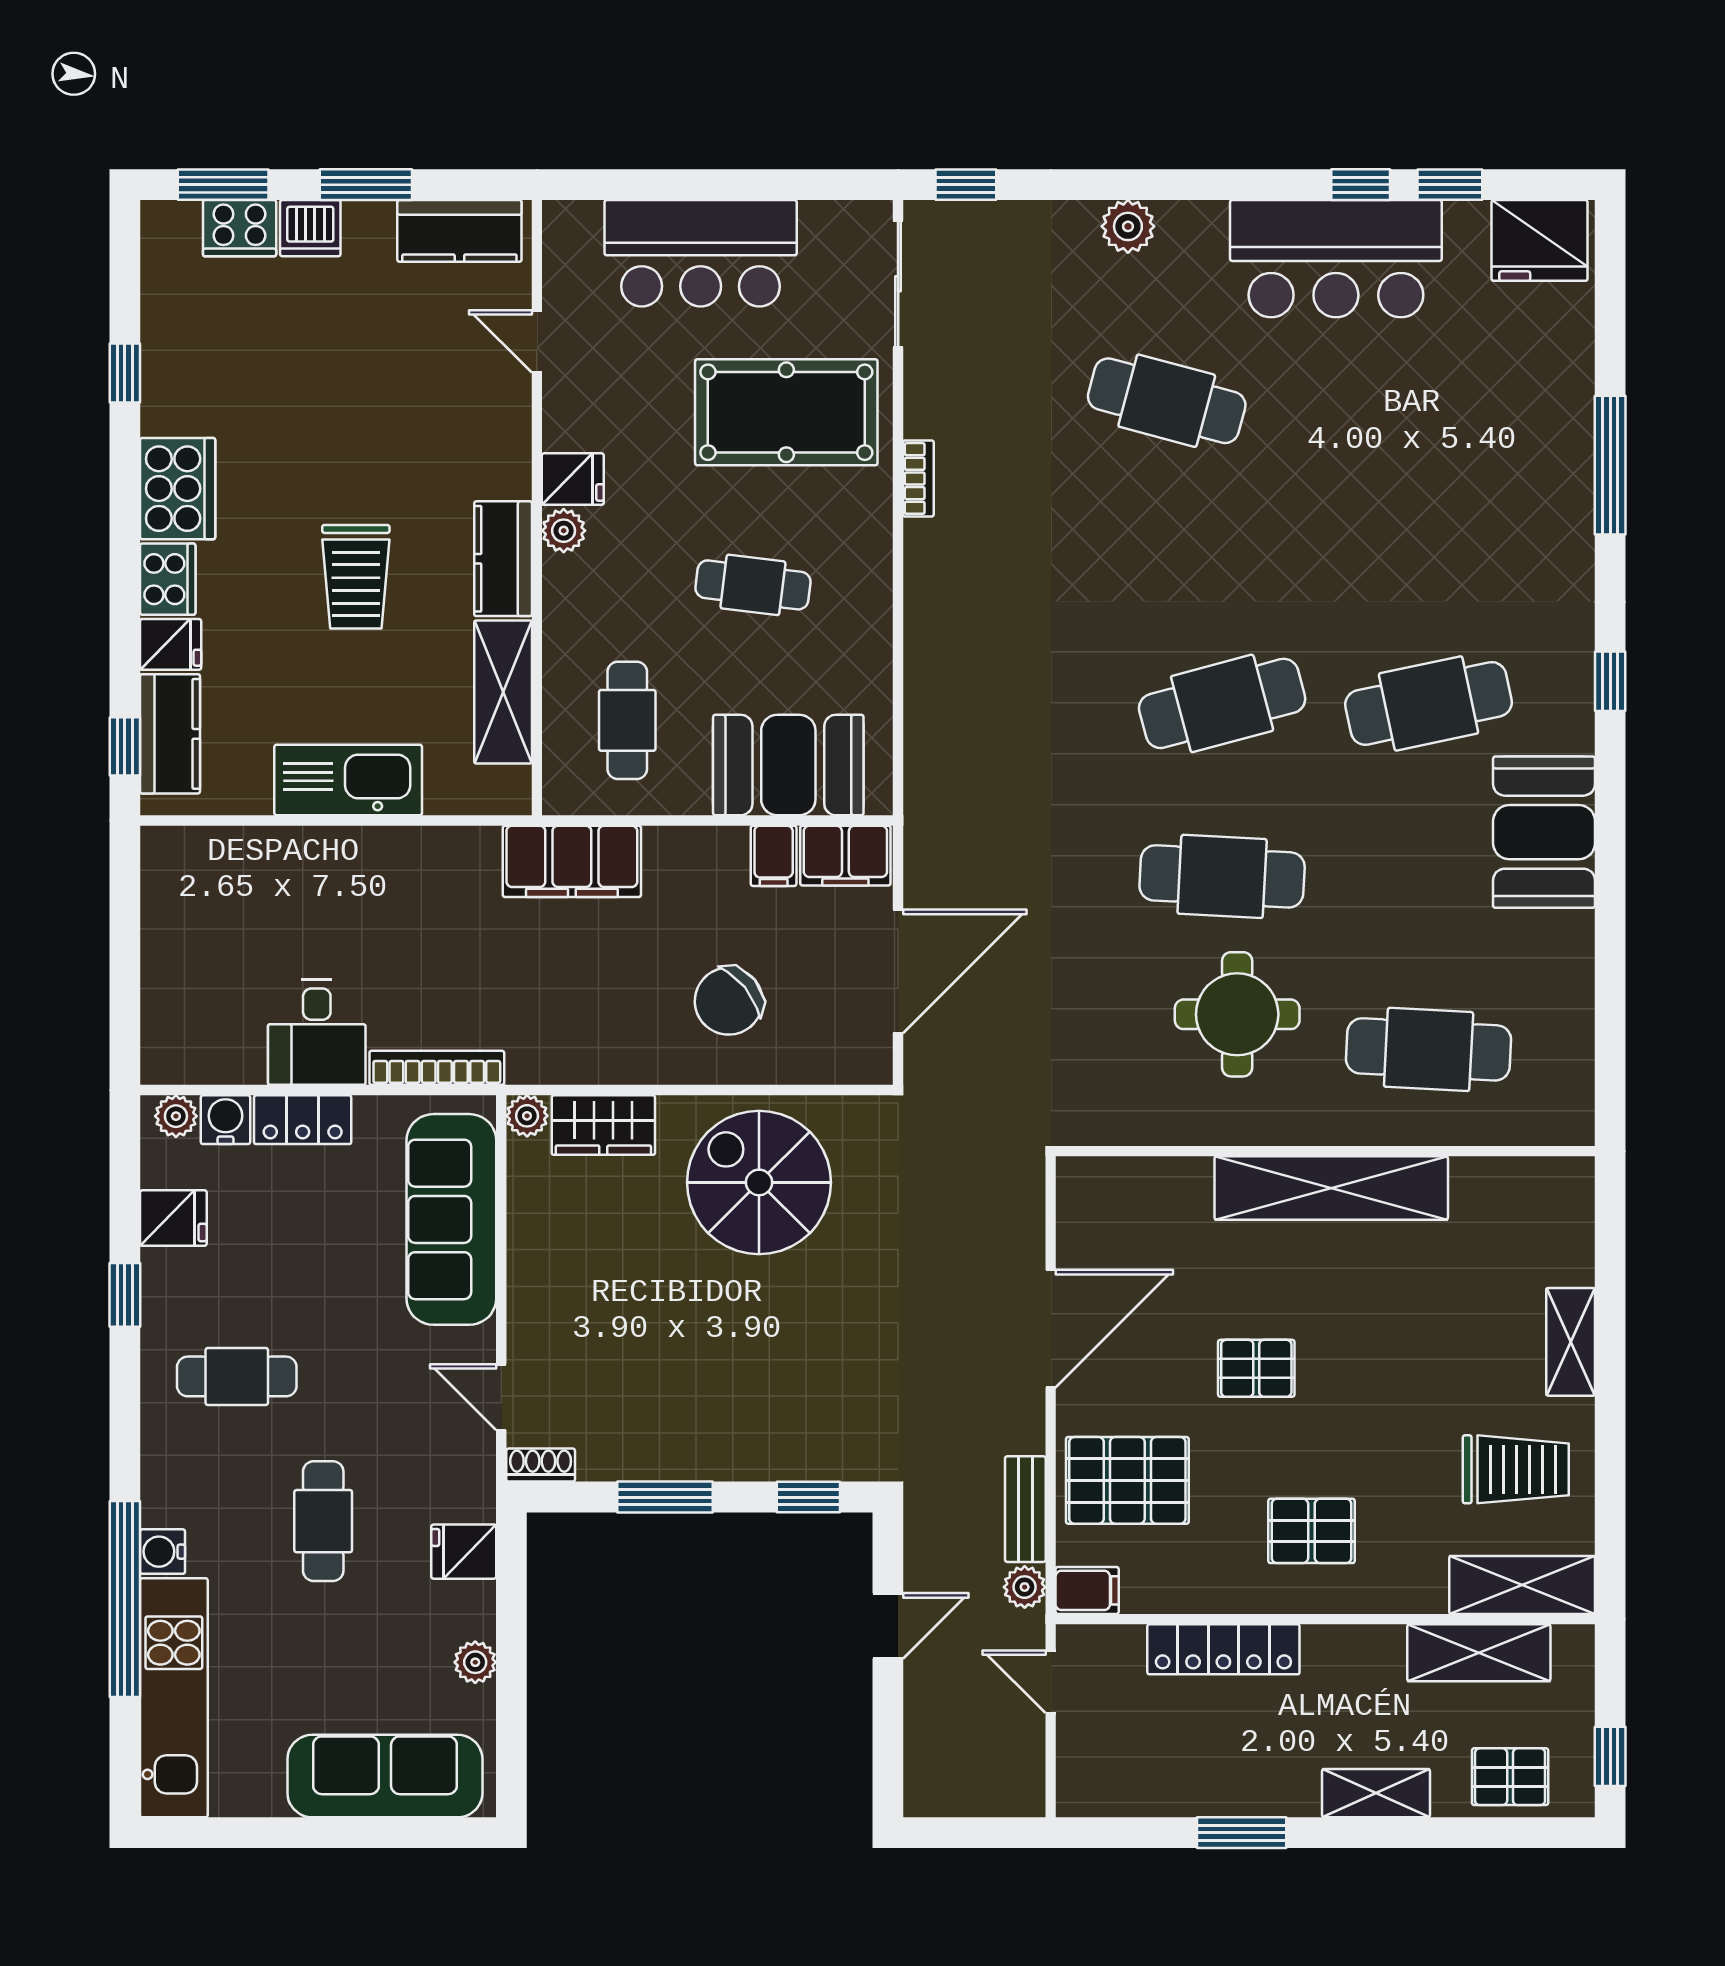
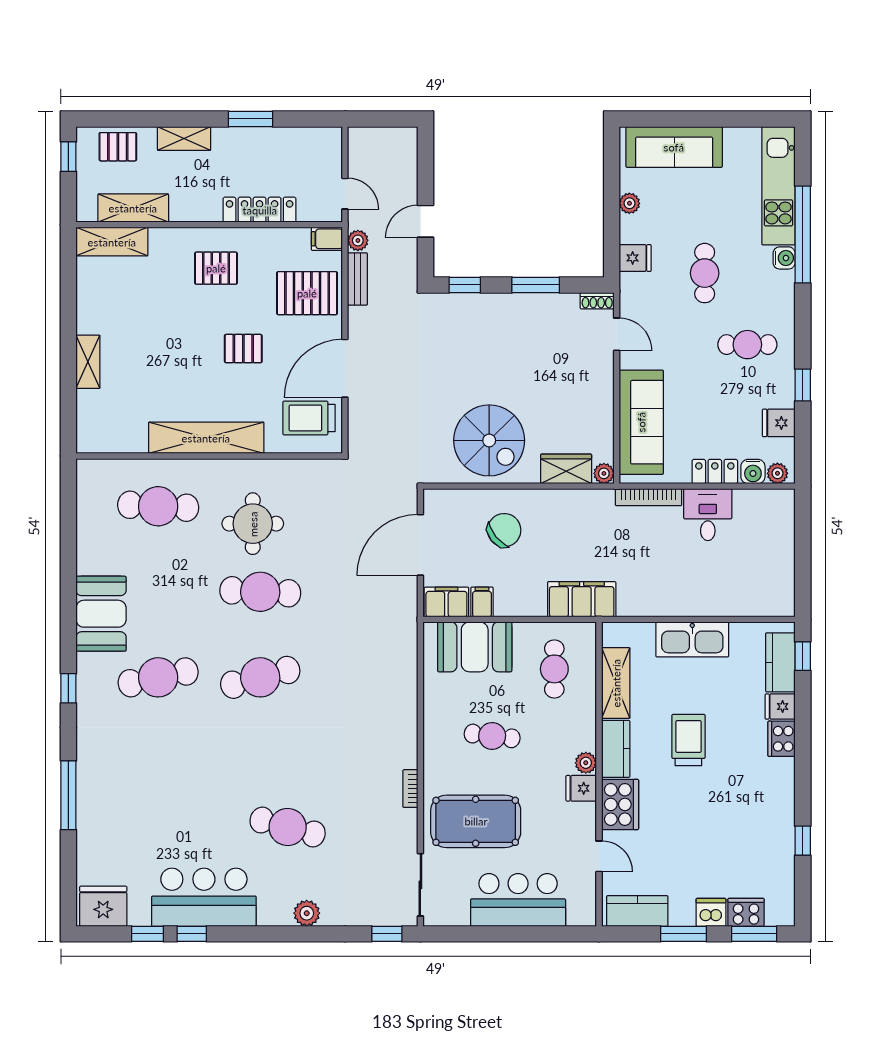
cooker: (178, 489) -> (620, 804), moved, turned 180
trolley: (1516, 1469) -> (309, 418), moved

